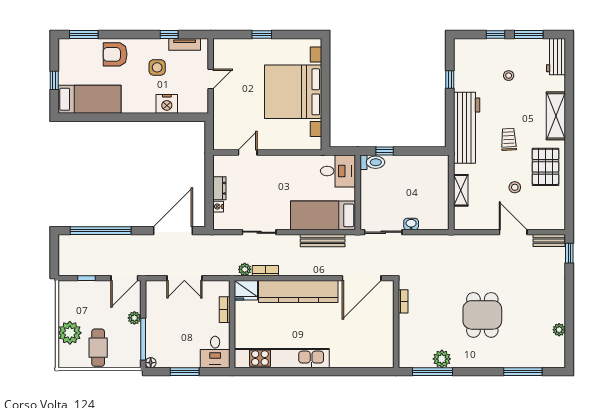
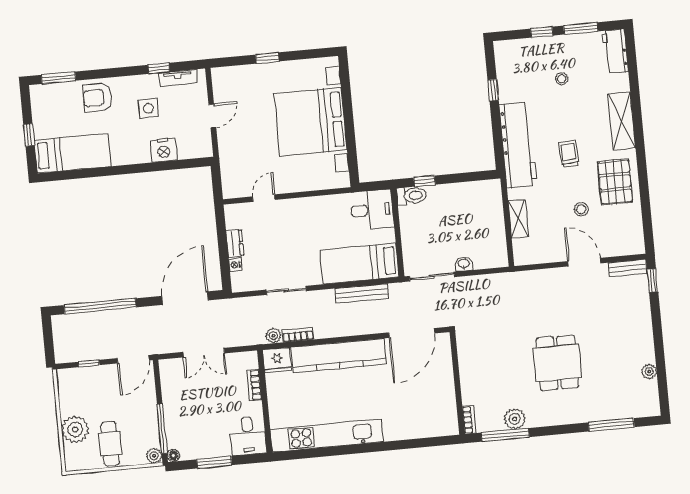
bookcase: (403, 301) -> (469, 420), moved
plant: (134, 318) -> (154, 456), moved

